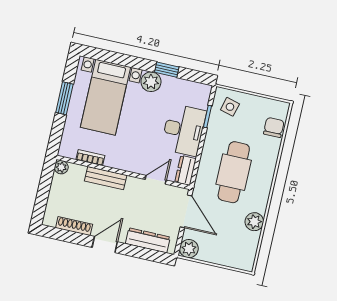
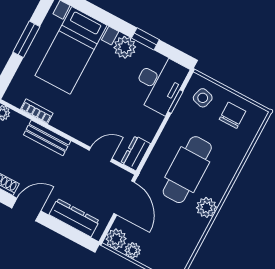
chair: (274, 127) -> (232, 115), moved
desk: (184, 130) -> (159, 83), moved
plant: (254, 222) -> (206, 207), moved
plant: (206, 255) -> (133, 250), added

